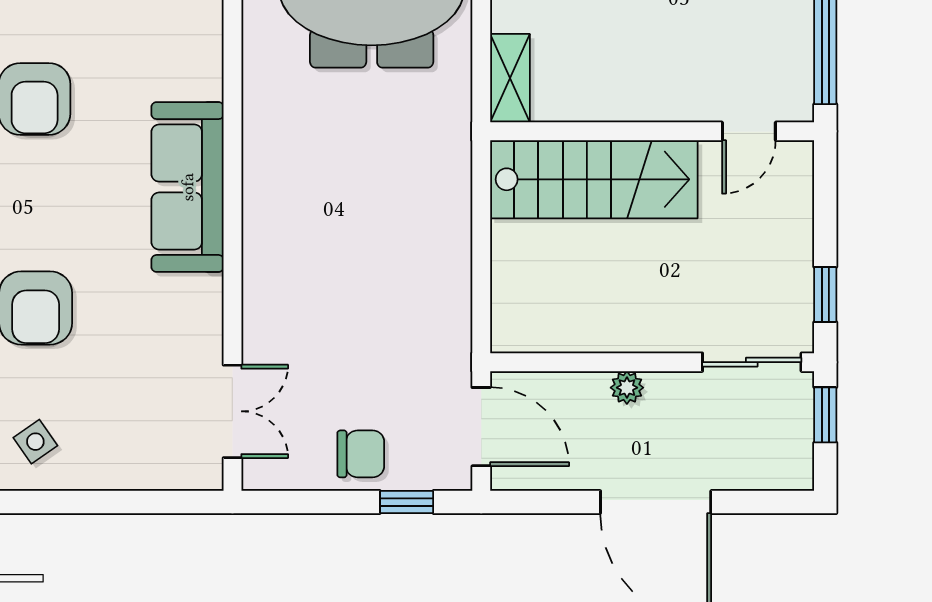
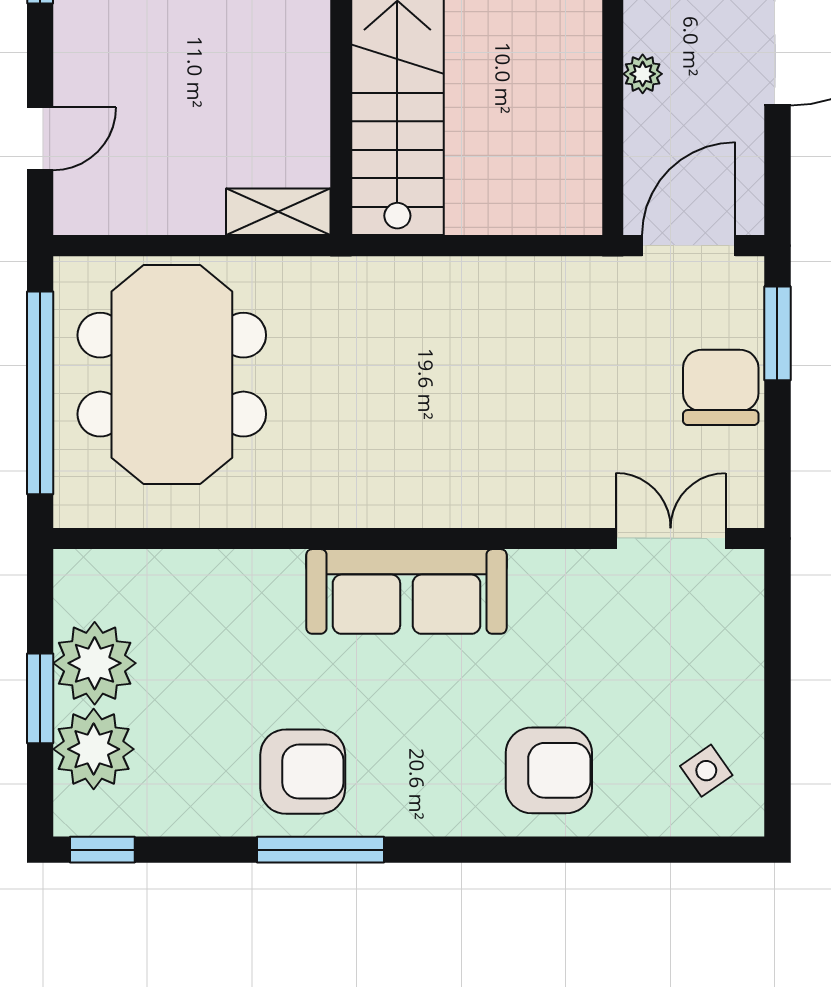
chair: (361, 454) -> (721, 387), width x1.37, depth x1.37
window: (407, 502) -> (777, 333), width x1.50

